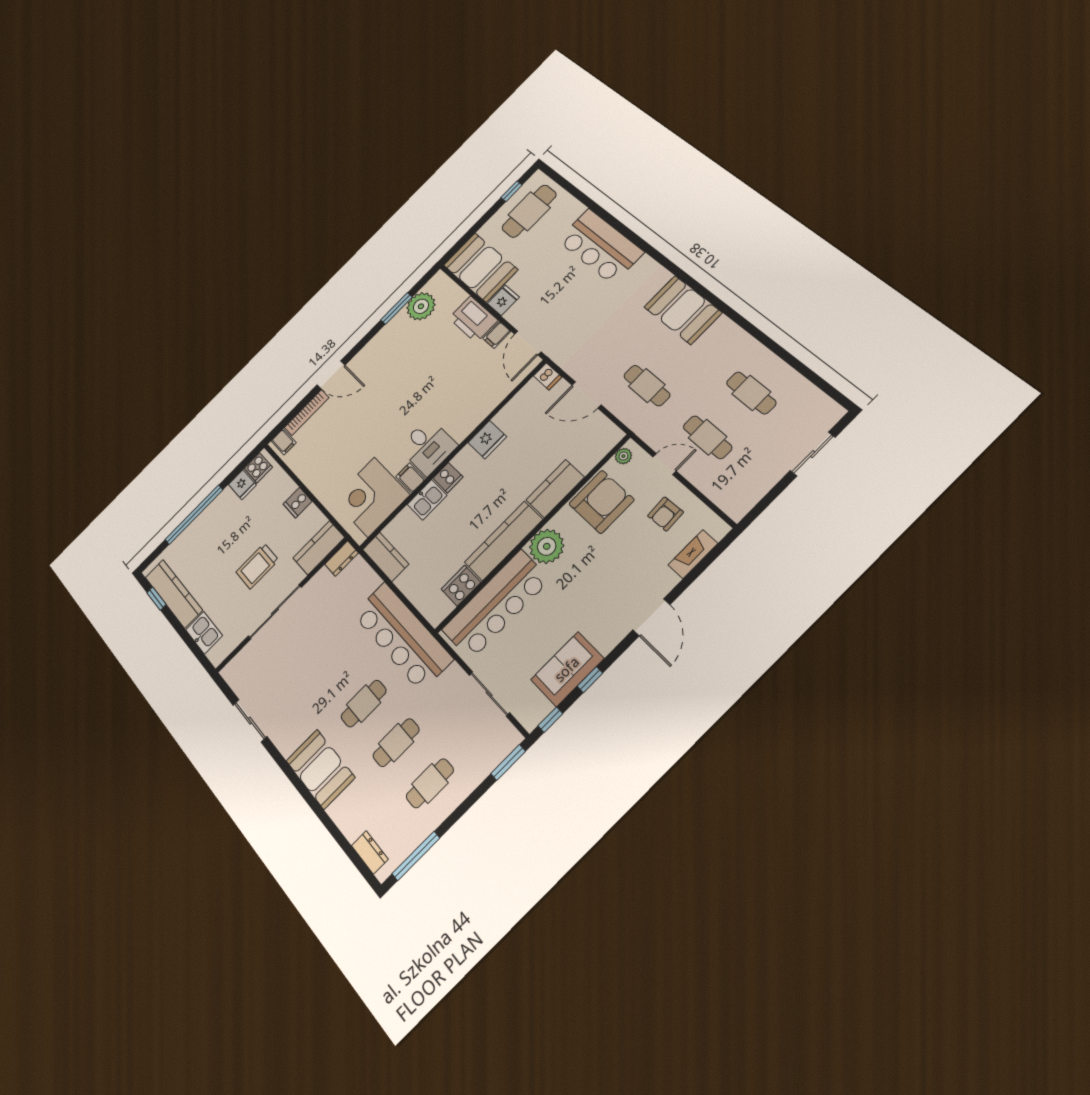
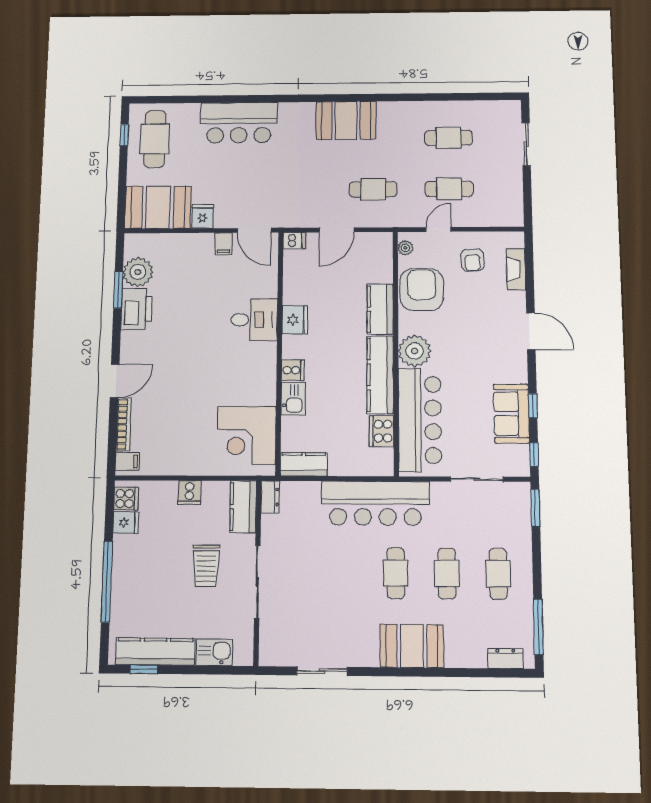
printer: (473, 319) -> (137, 309), moved, turned -90
desk: (428, 447) -> (254, 320), moved
filing cabinet: (411, 478) -> (264, 395), removed

